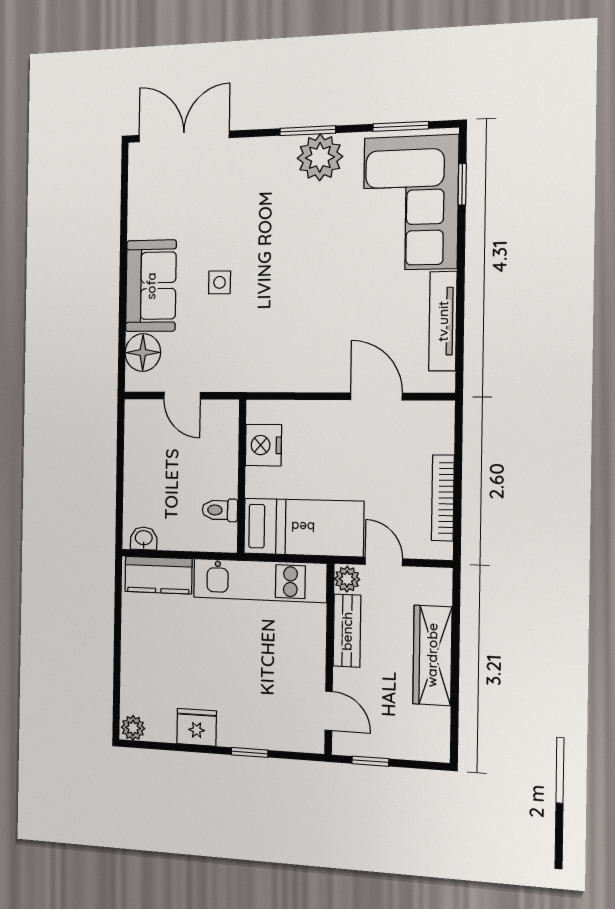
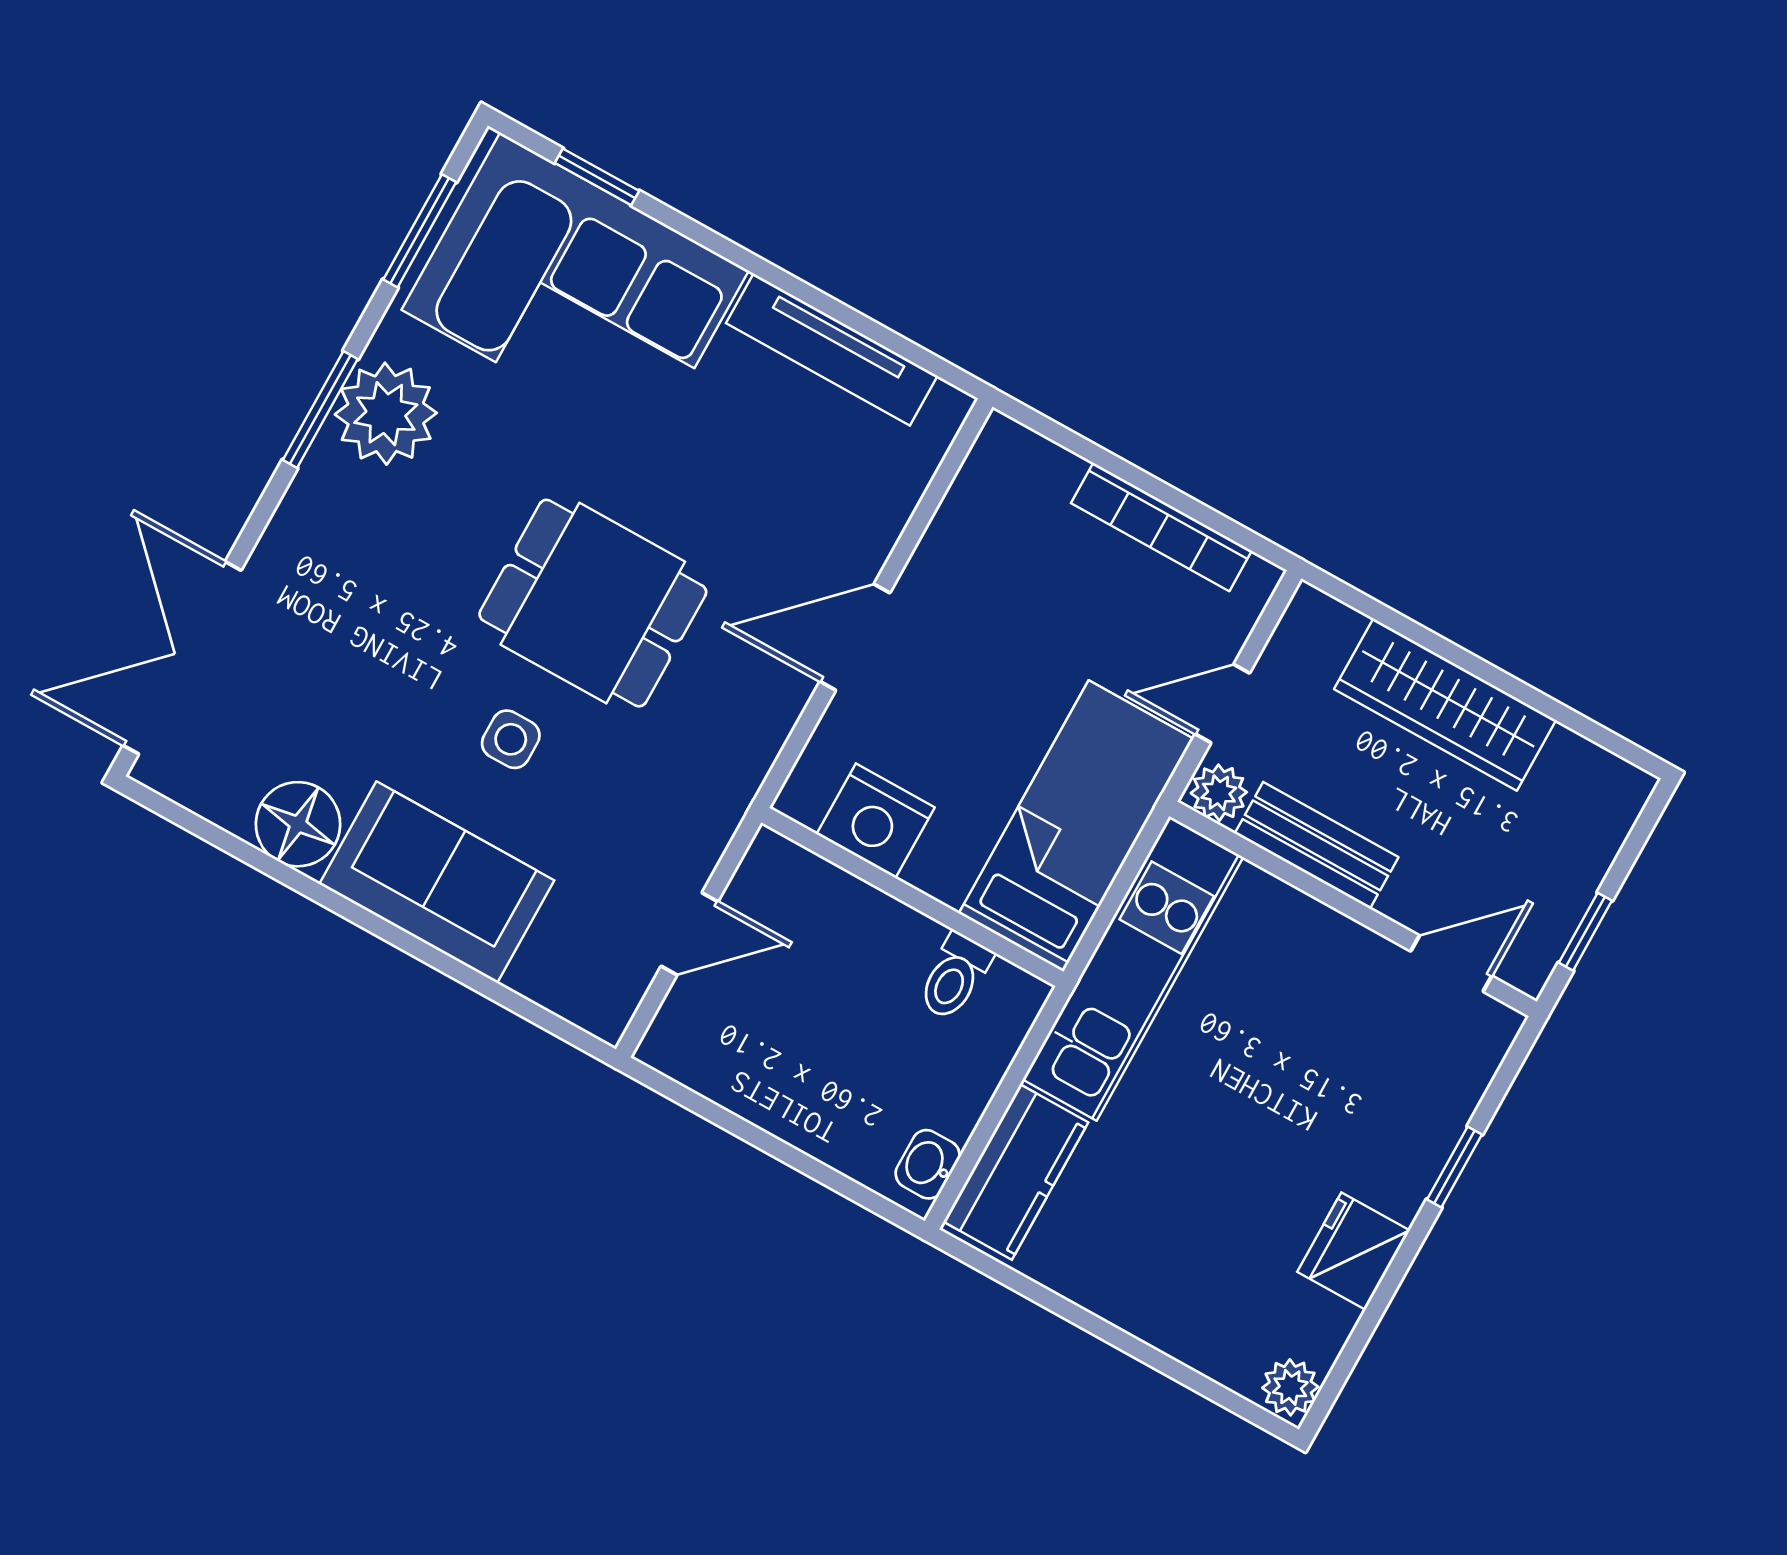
dining table: (289, 284) -> (593, 603), added
floor lamp: (143, 352) -> (298, 824), moved
door: (376, 396) -> (855, 637), moved

